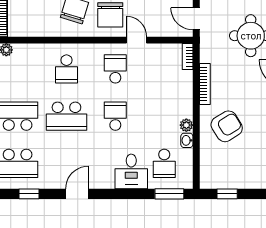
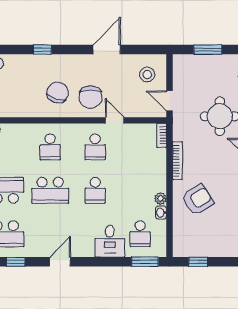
school desk: (115, 69) -> (95, 147), turned 180
school desk: (115, 116) -> (95, 190), turned 180

